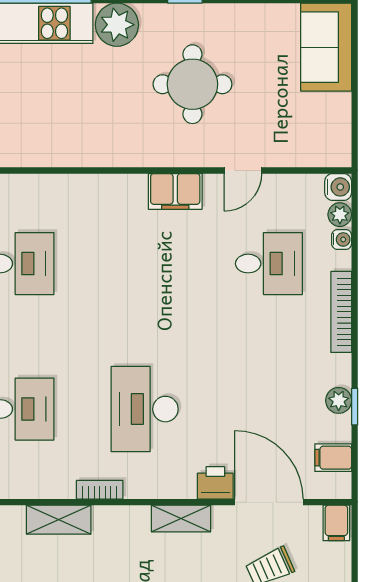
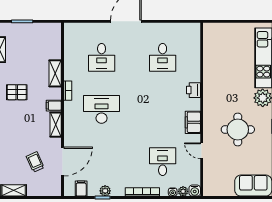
desk: (269, 264) -> (163, 162), turned 180
printer: (215, 483) -> (194, 90), moved, turned 180
filing cabinet: (336, 523) -> (54, 106), moved

